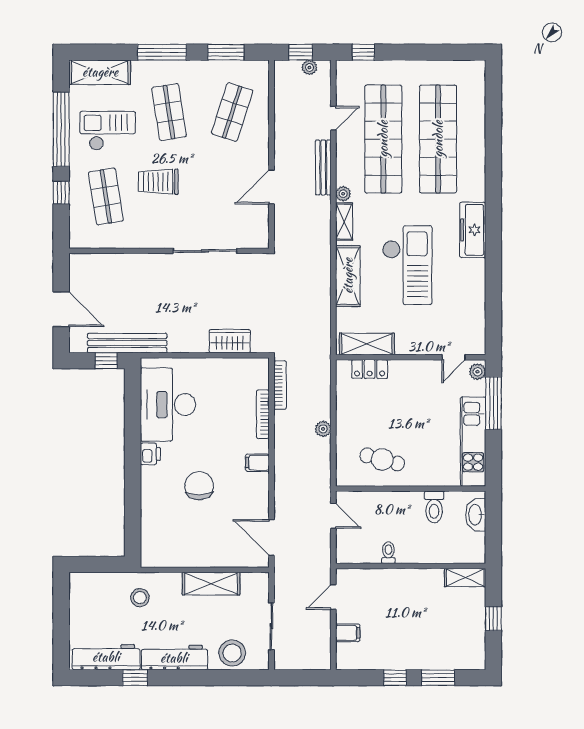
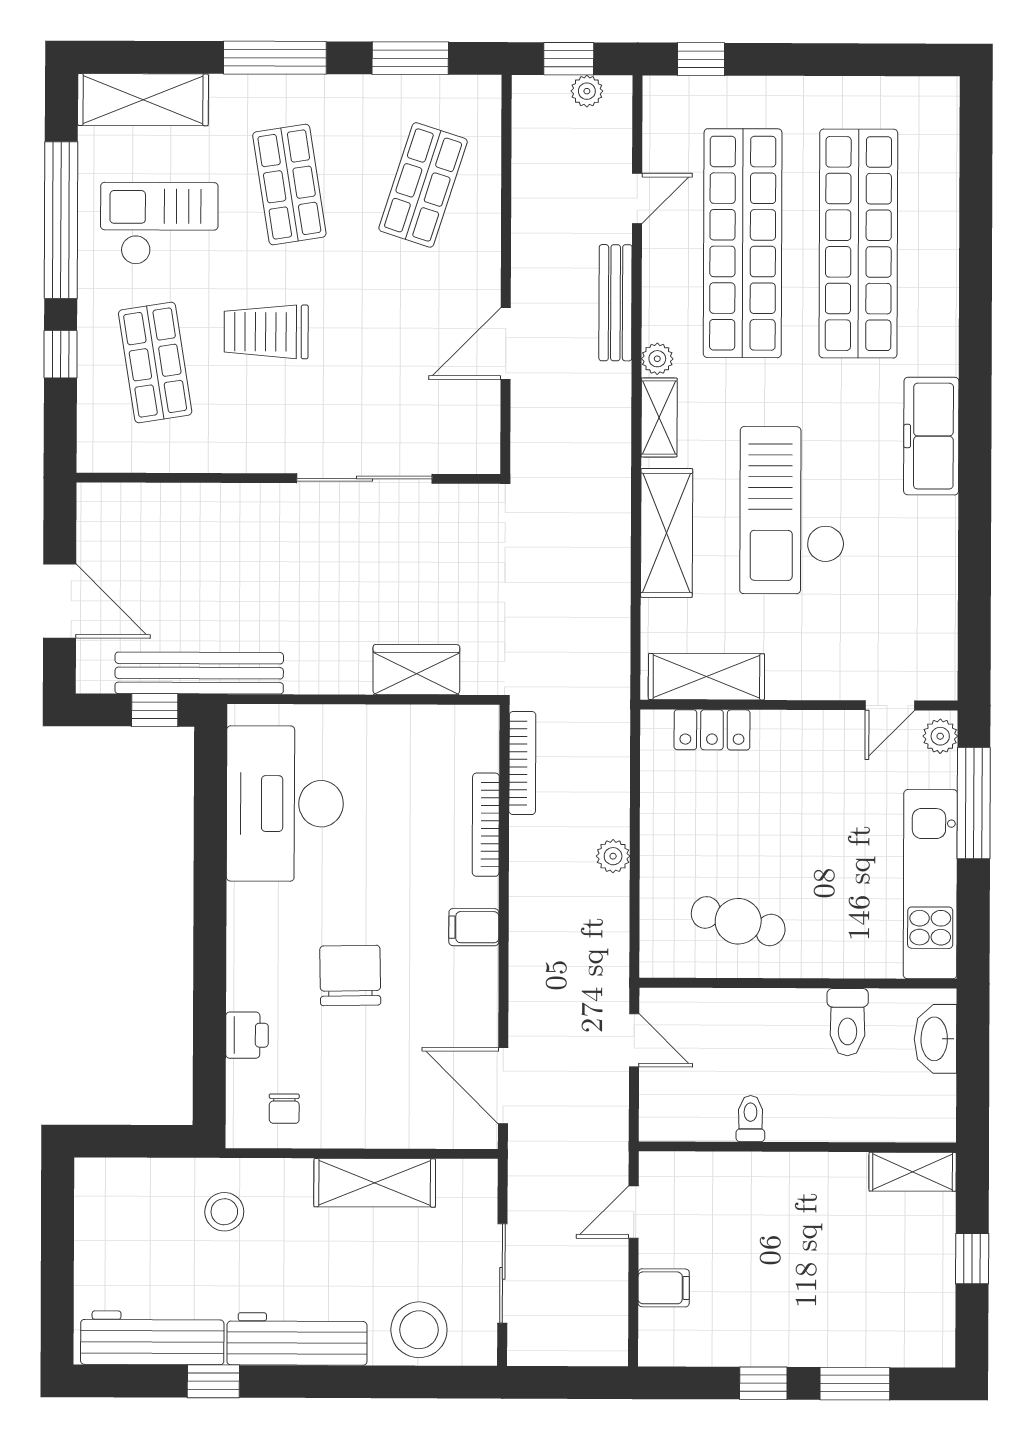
checkout: (407, 265) -> (792, 510), turned 180
printer: (150, 454) -> (247, 1035), moved
chair: (168, 549) -> (284, 1109), added

